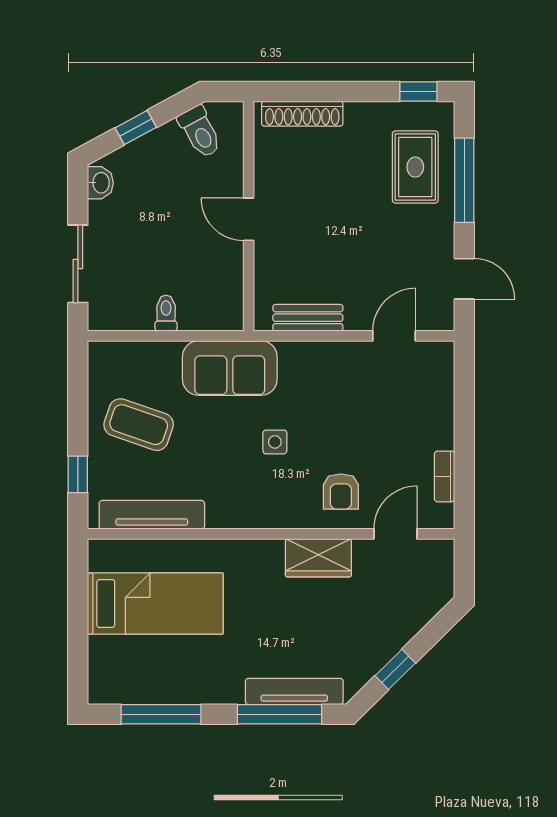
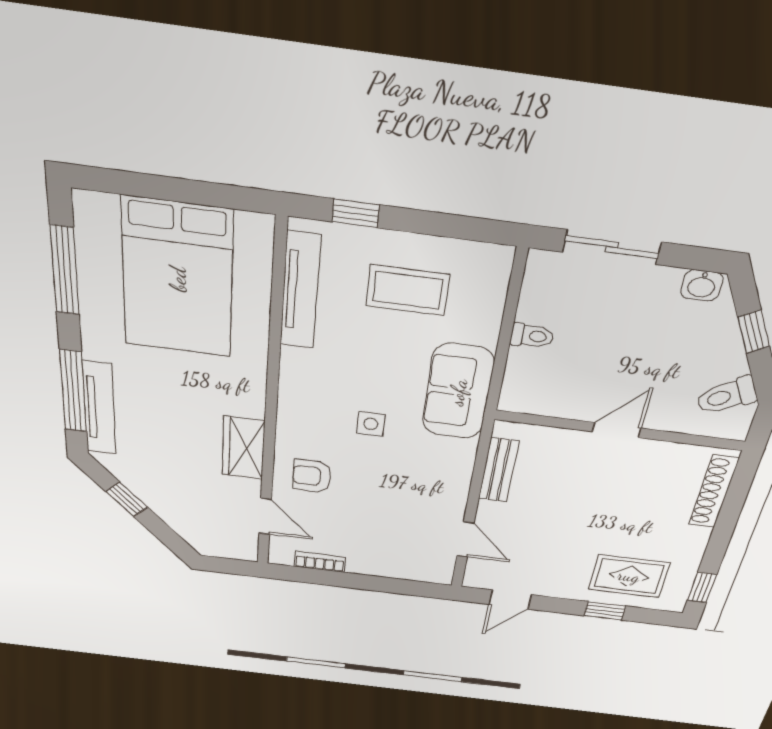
window: (464, 180) -> (605, 611), width x0.46
coffee table: (139, 425) -> (408, 290), turned 71
bed: (155, 604) -> (178, 279), width x1.50

